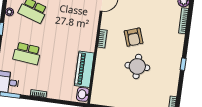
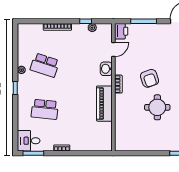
piano: (84, 69) -> (104, 104), moved
washbasin: (83, 94) -> (106, 69), moved

